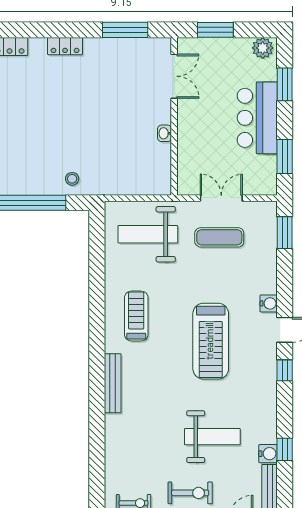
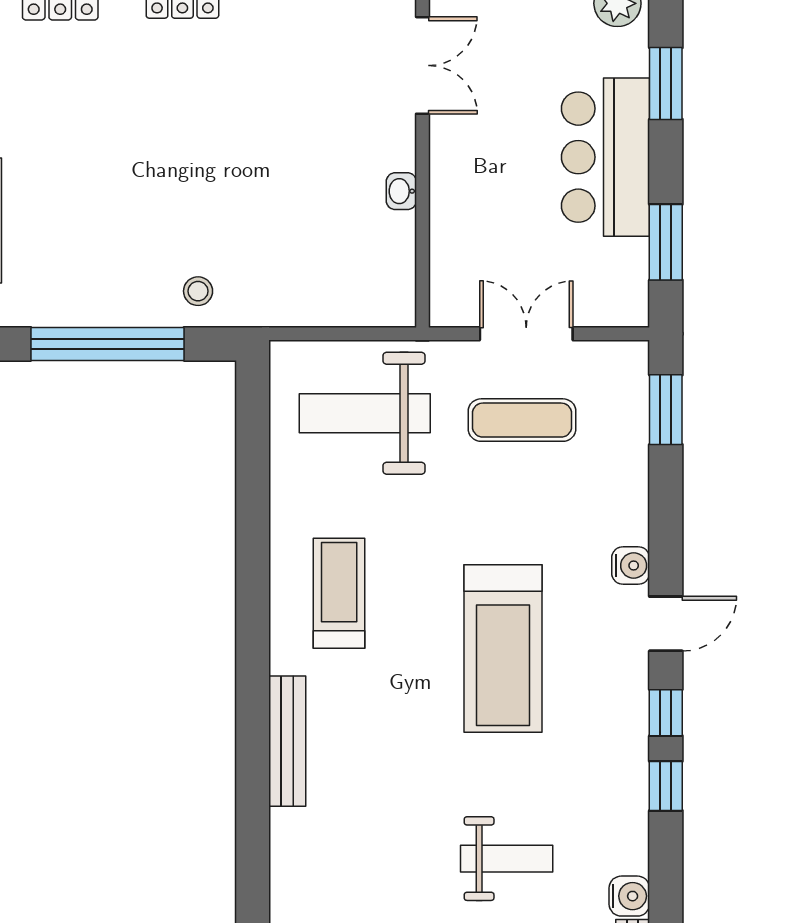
weight bench: (212, 437) -> (507, 859), width x0.73, depth x0.75
window: (285, 449) -> (666, 786), moved

